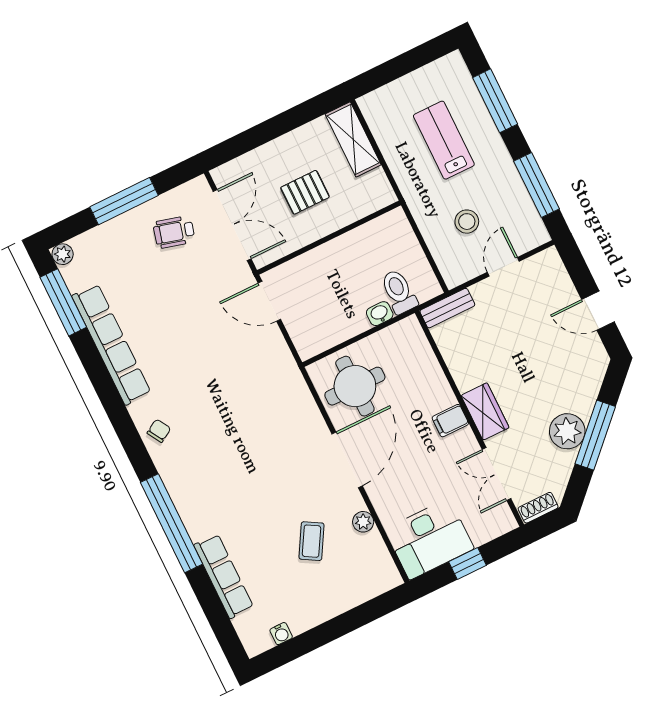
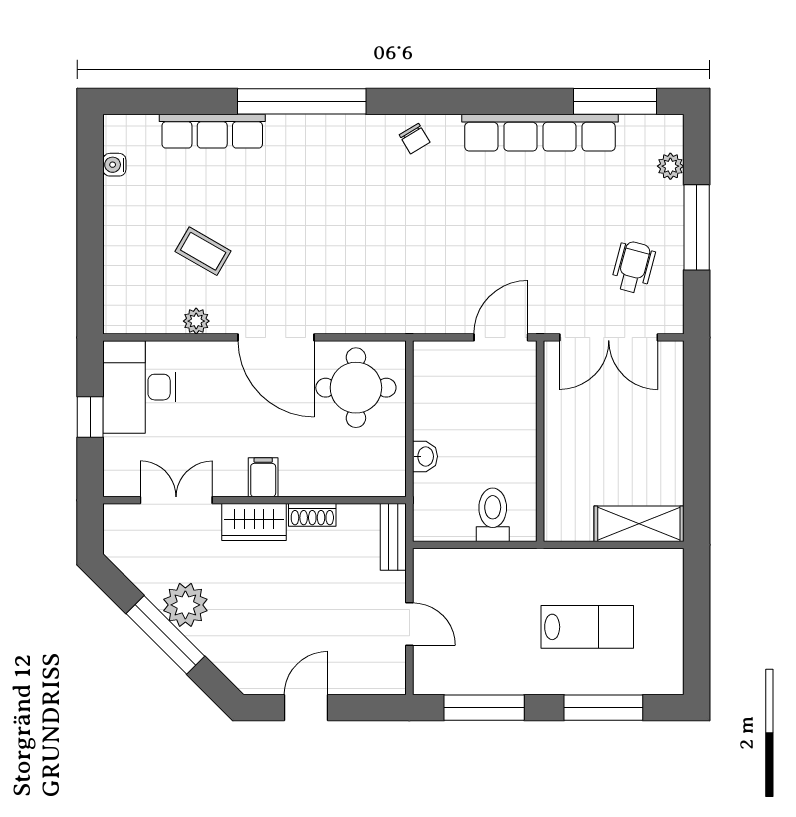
pallet: (305, 192) -> (605, 439), removed
stool: (467, 222) -> (481, 608), removed
plant: (63, 254) -> (670, 166), moved
toilet: (399, 292) -> (493, 515), moved, turned -90
shoe rack: (538, 508) -> (312, 515), moved, turned 90

